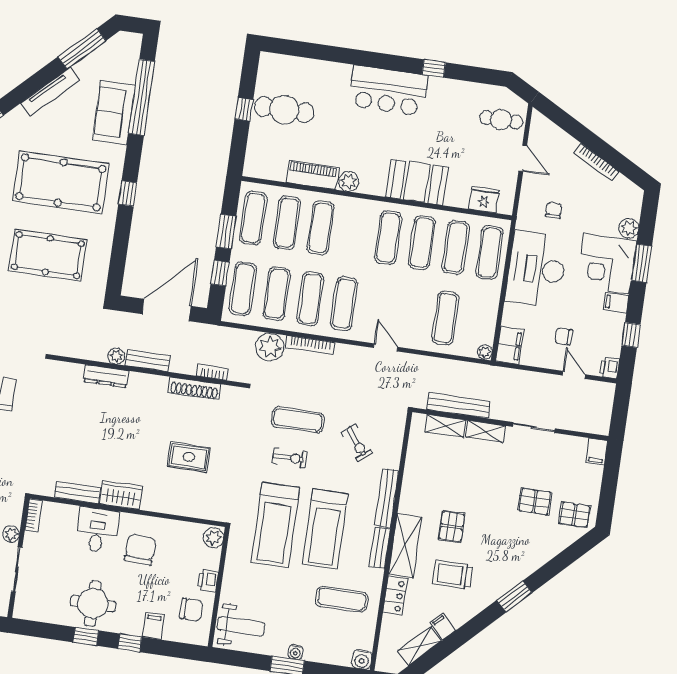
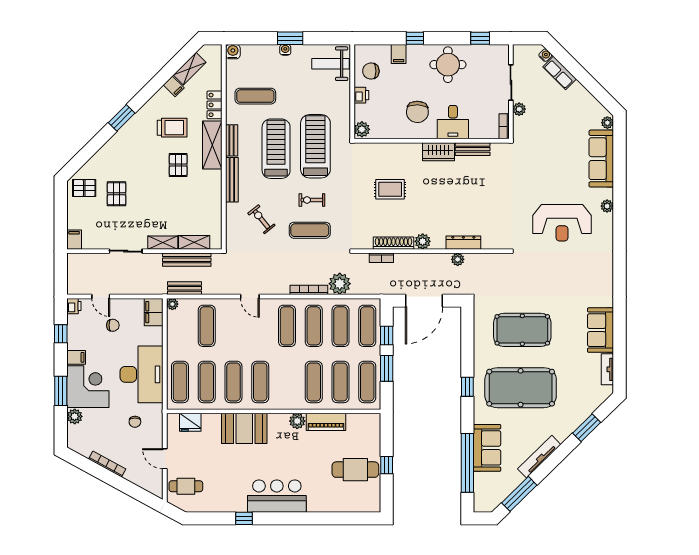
bench: (147, 360) -> (185, 288), moved
plant: (157, 385) -> (423, 241), added
pallet: (535, 502) -> (117, 194), turned 90
window: (86, 636) -> (480, 38), moved

